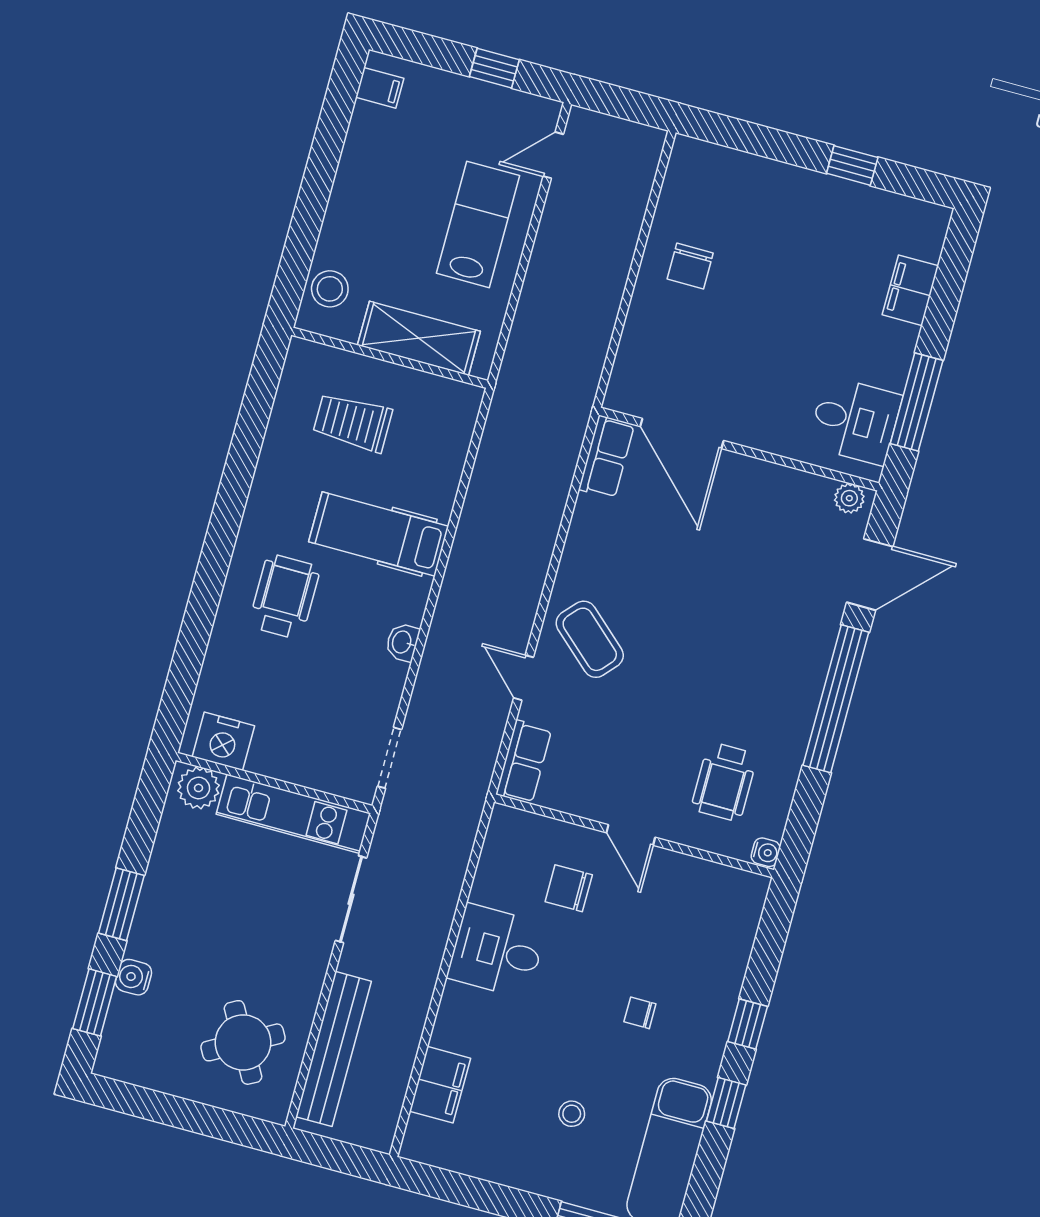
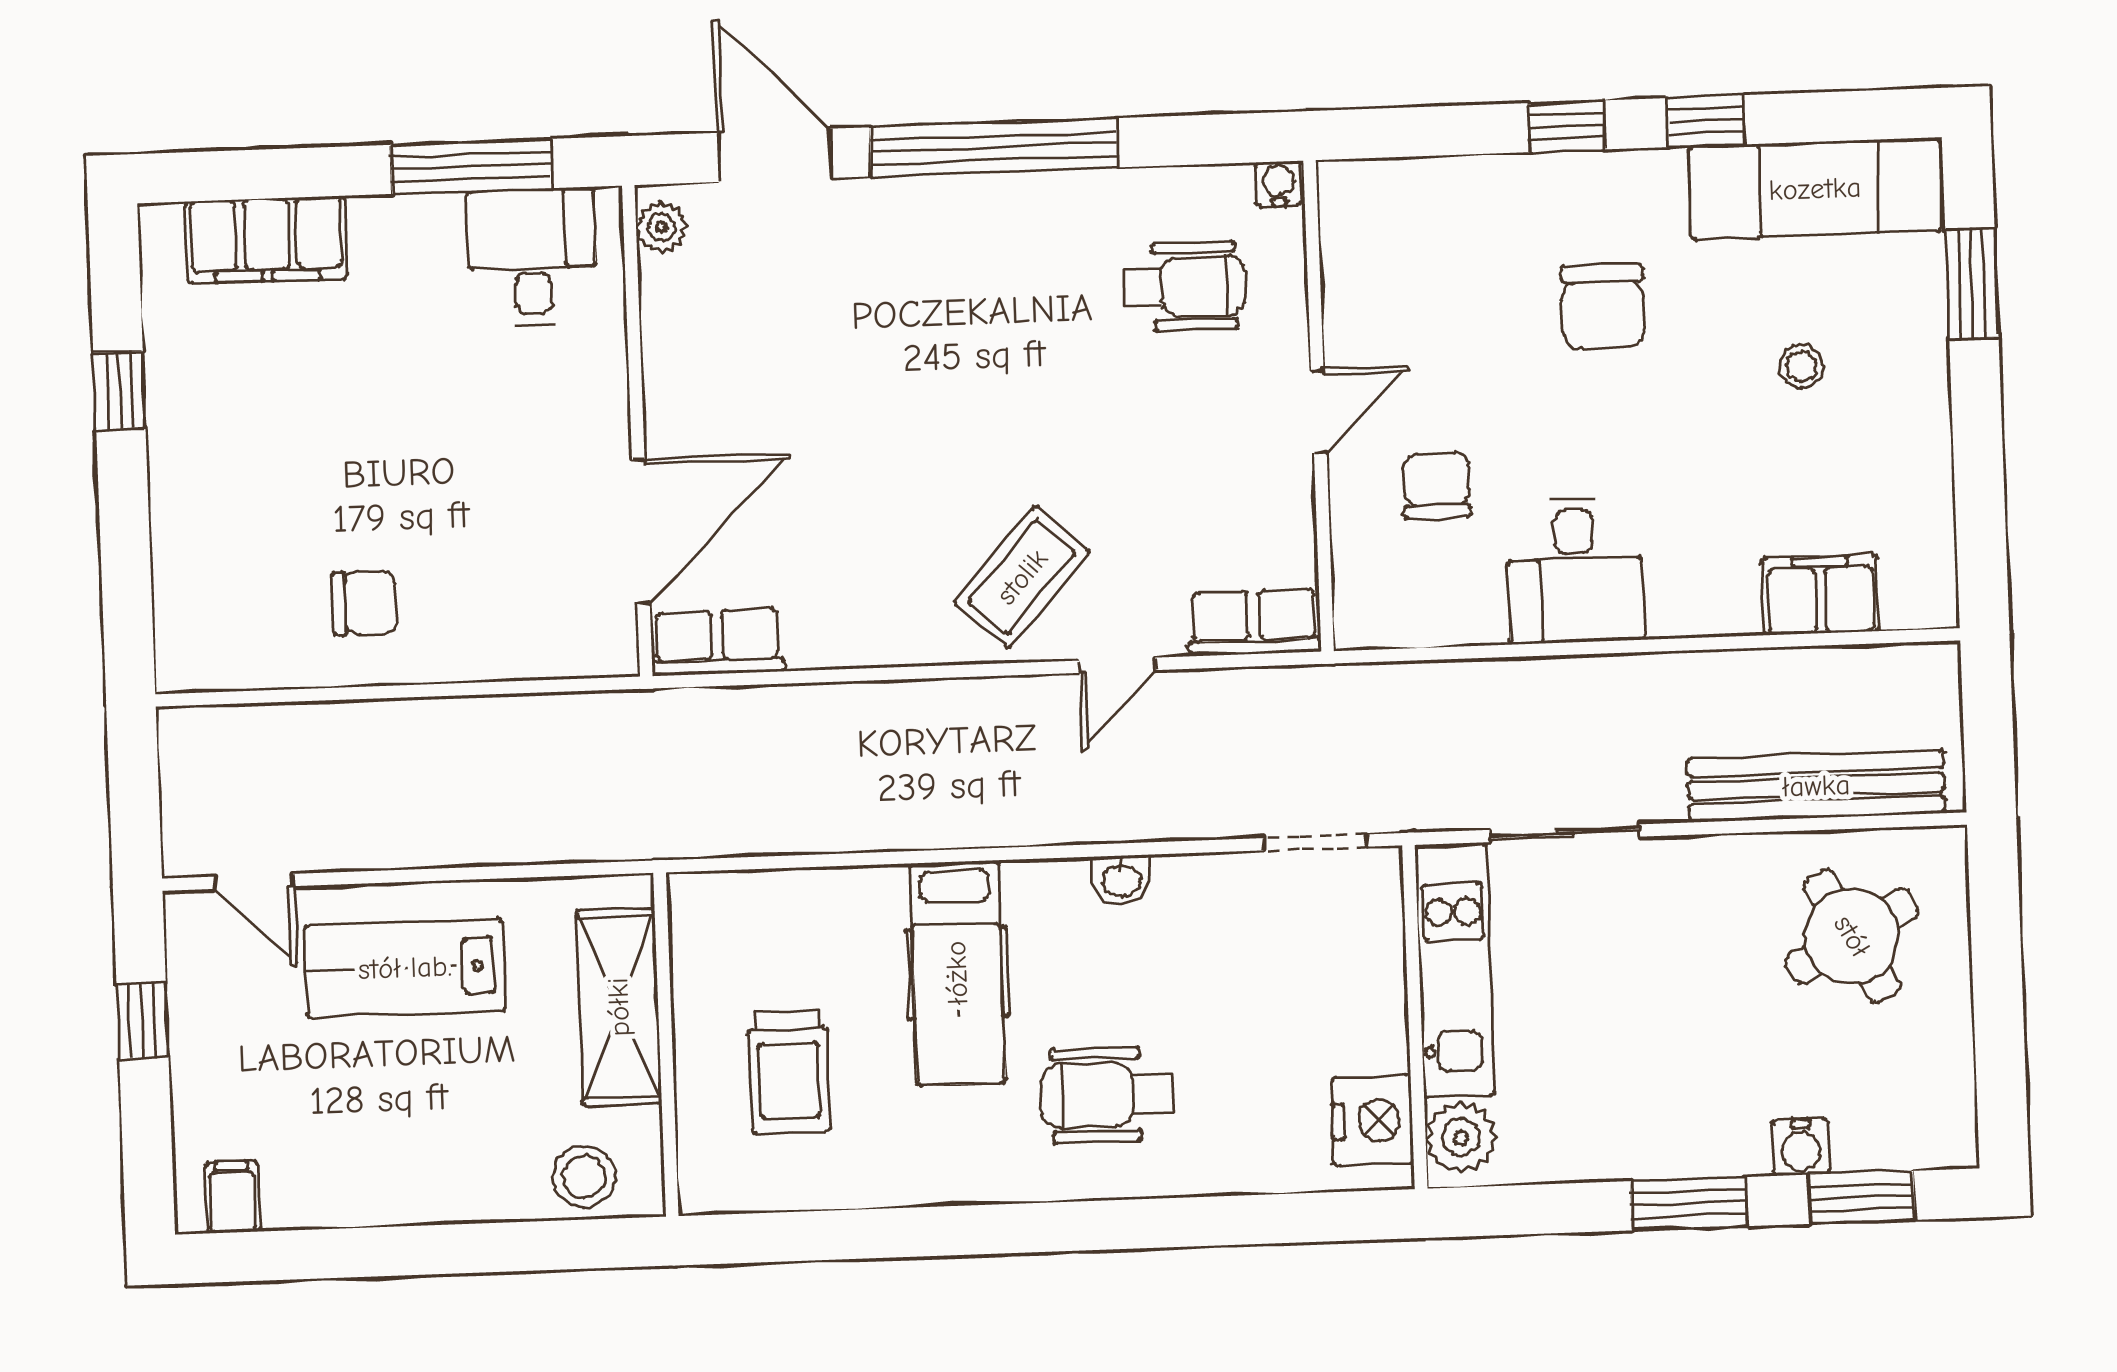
filing cabinet: (910, 290) -> (267, 240), width x1.50, depth x1.17
chair: (569, 888) -> (1437, 485), turned 180
chair: (640, 1013) -> (1603, 307), width x1.87, depth x1.87

